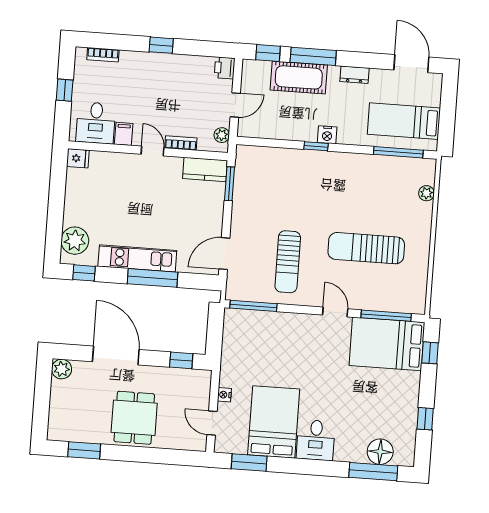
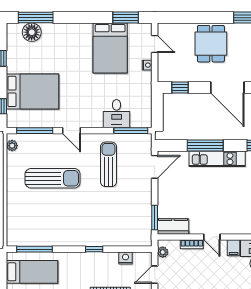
nightstand: (327, 135) -> (126, 258), moved
plant: (426, 193) -> (12, 146), moved
bed: (387, 344) -> (33, 91), moved
desk: (316, 440) -> (117, 114), moved, turned 180

